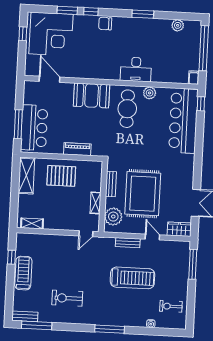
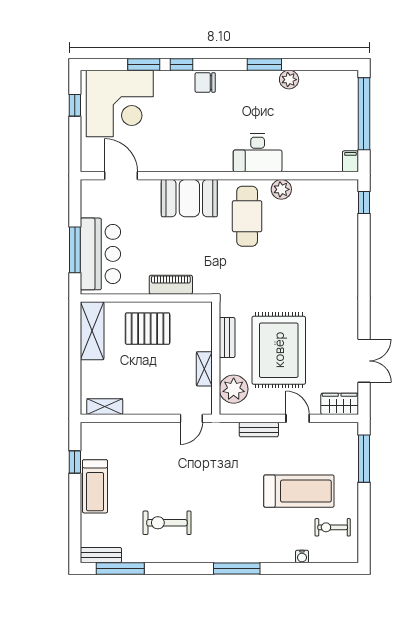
plant: (178, 25) -> (289, 80), moved
bar counter: (183, 121) -> (337, 231), removed
treadmill: (23, 273) -> (95, 486), turned 180
treadmill: (132, 278) -> (299, 491), moved

